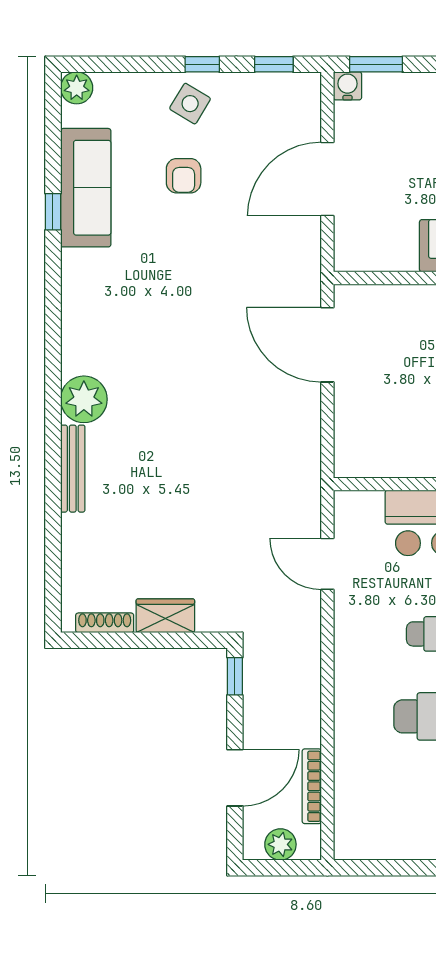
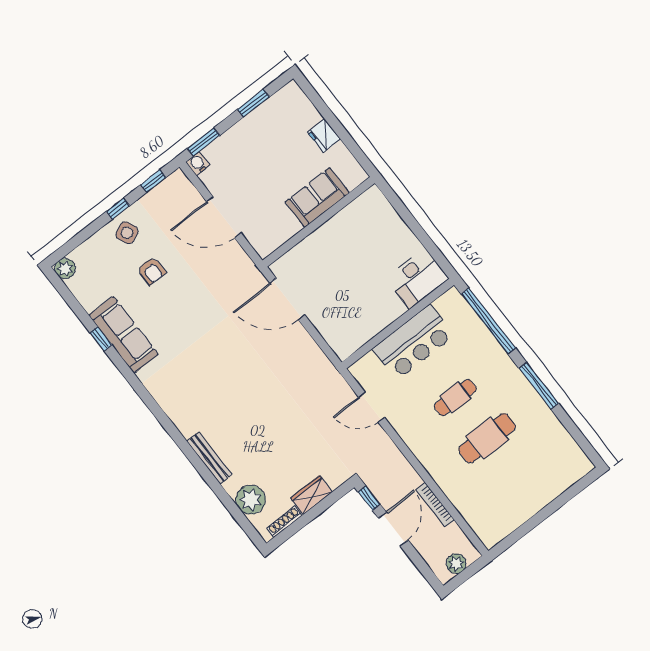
side table: (190, 104) -> (127, 233), turned 35
door: (327, 179) -> (224, 217), hinge flipped
sofa: (86, 188) -> (124, 335), moved
plant: (84, 399) -> (251, 500), moved
door: (235, 778) -> (393, 529), moved
bookcase: (312, 786) -> (435, 505), moved

